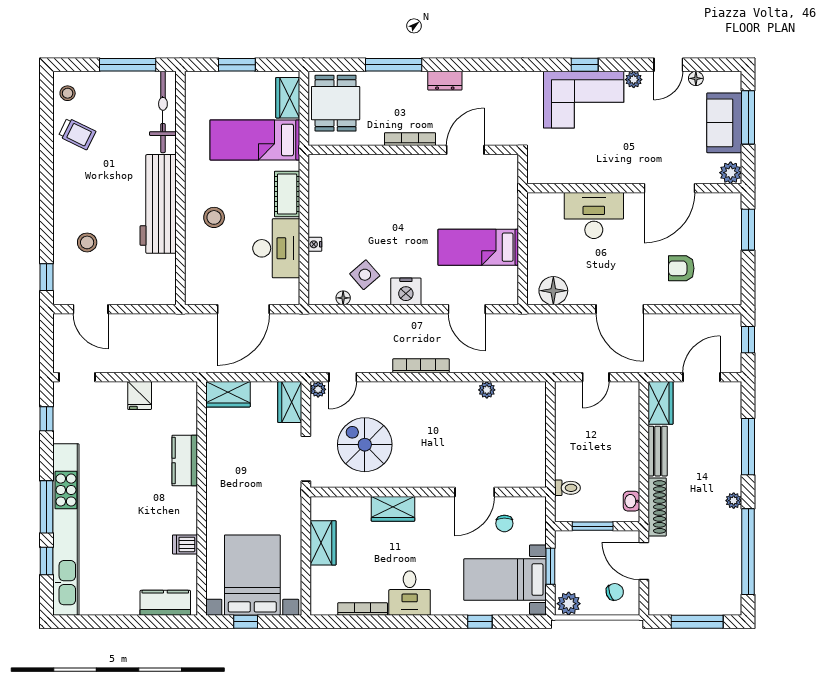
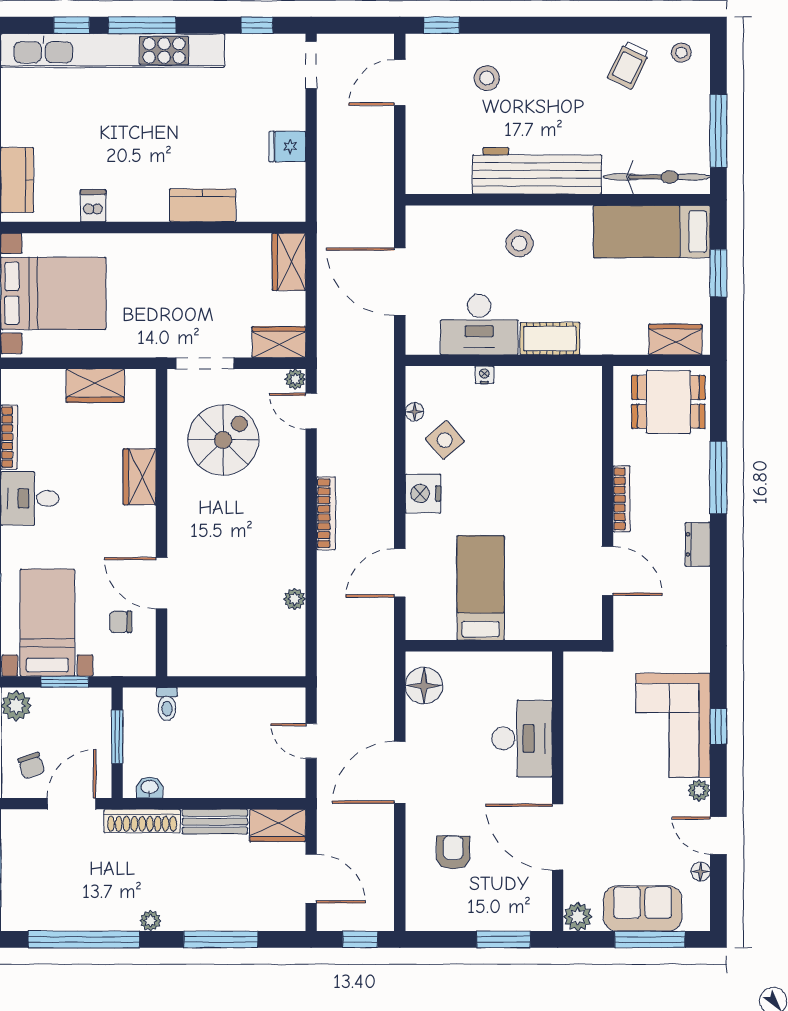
bed: (255, 140) -> (652, 232), moved, turned -90

